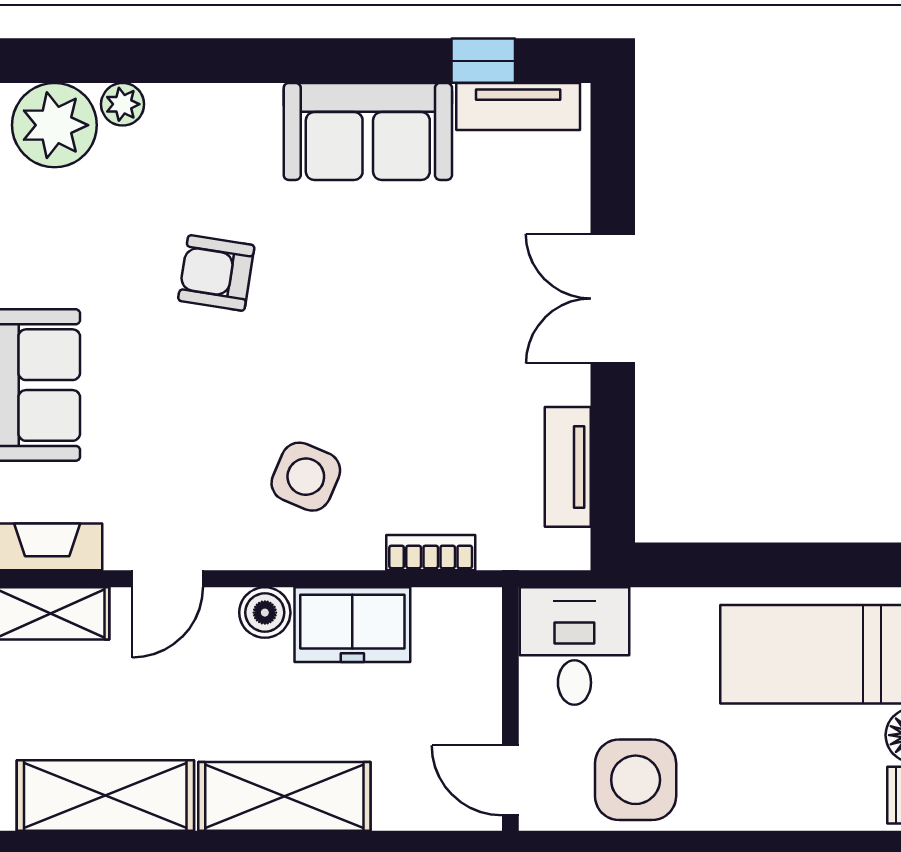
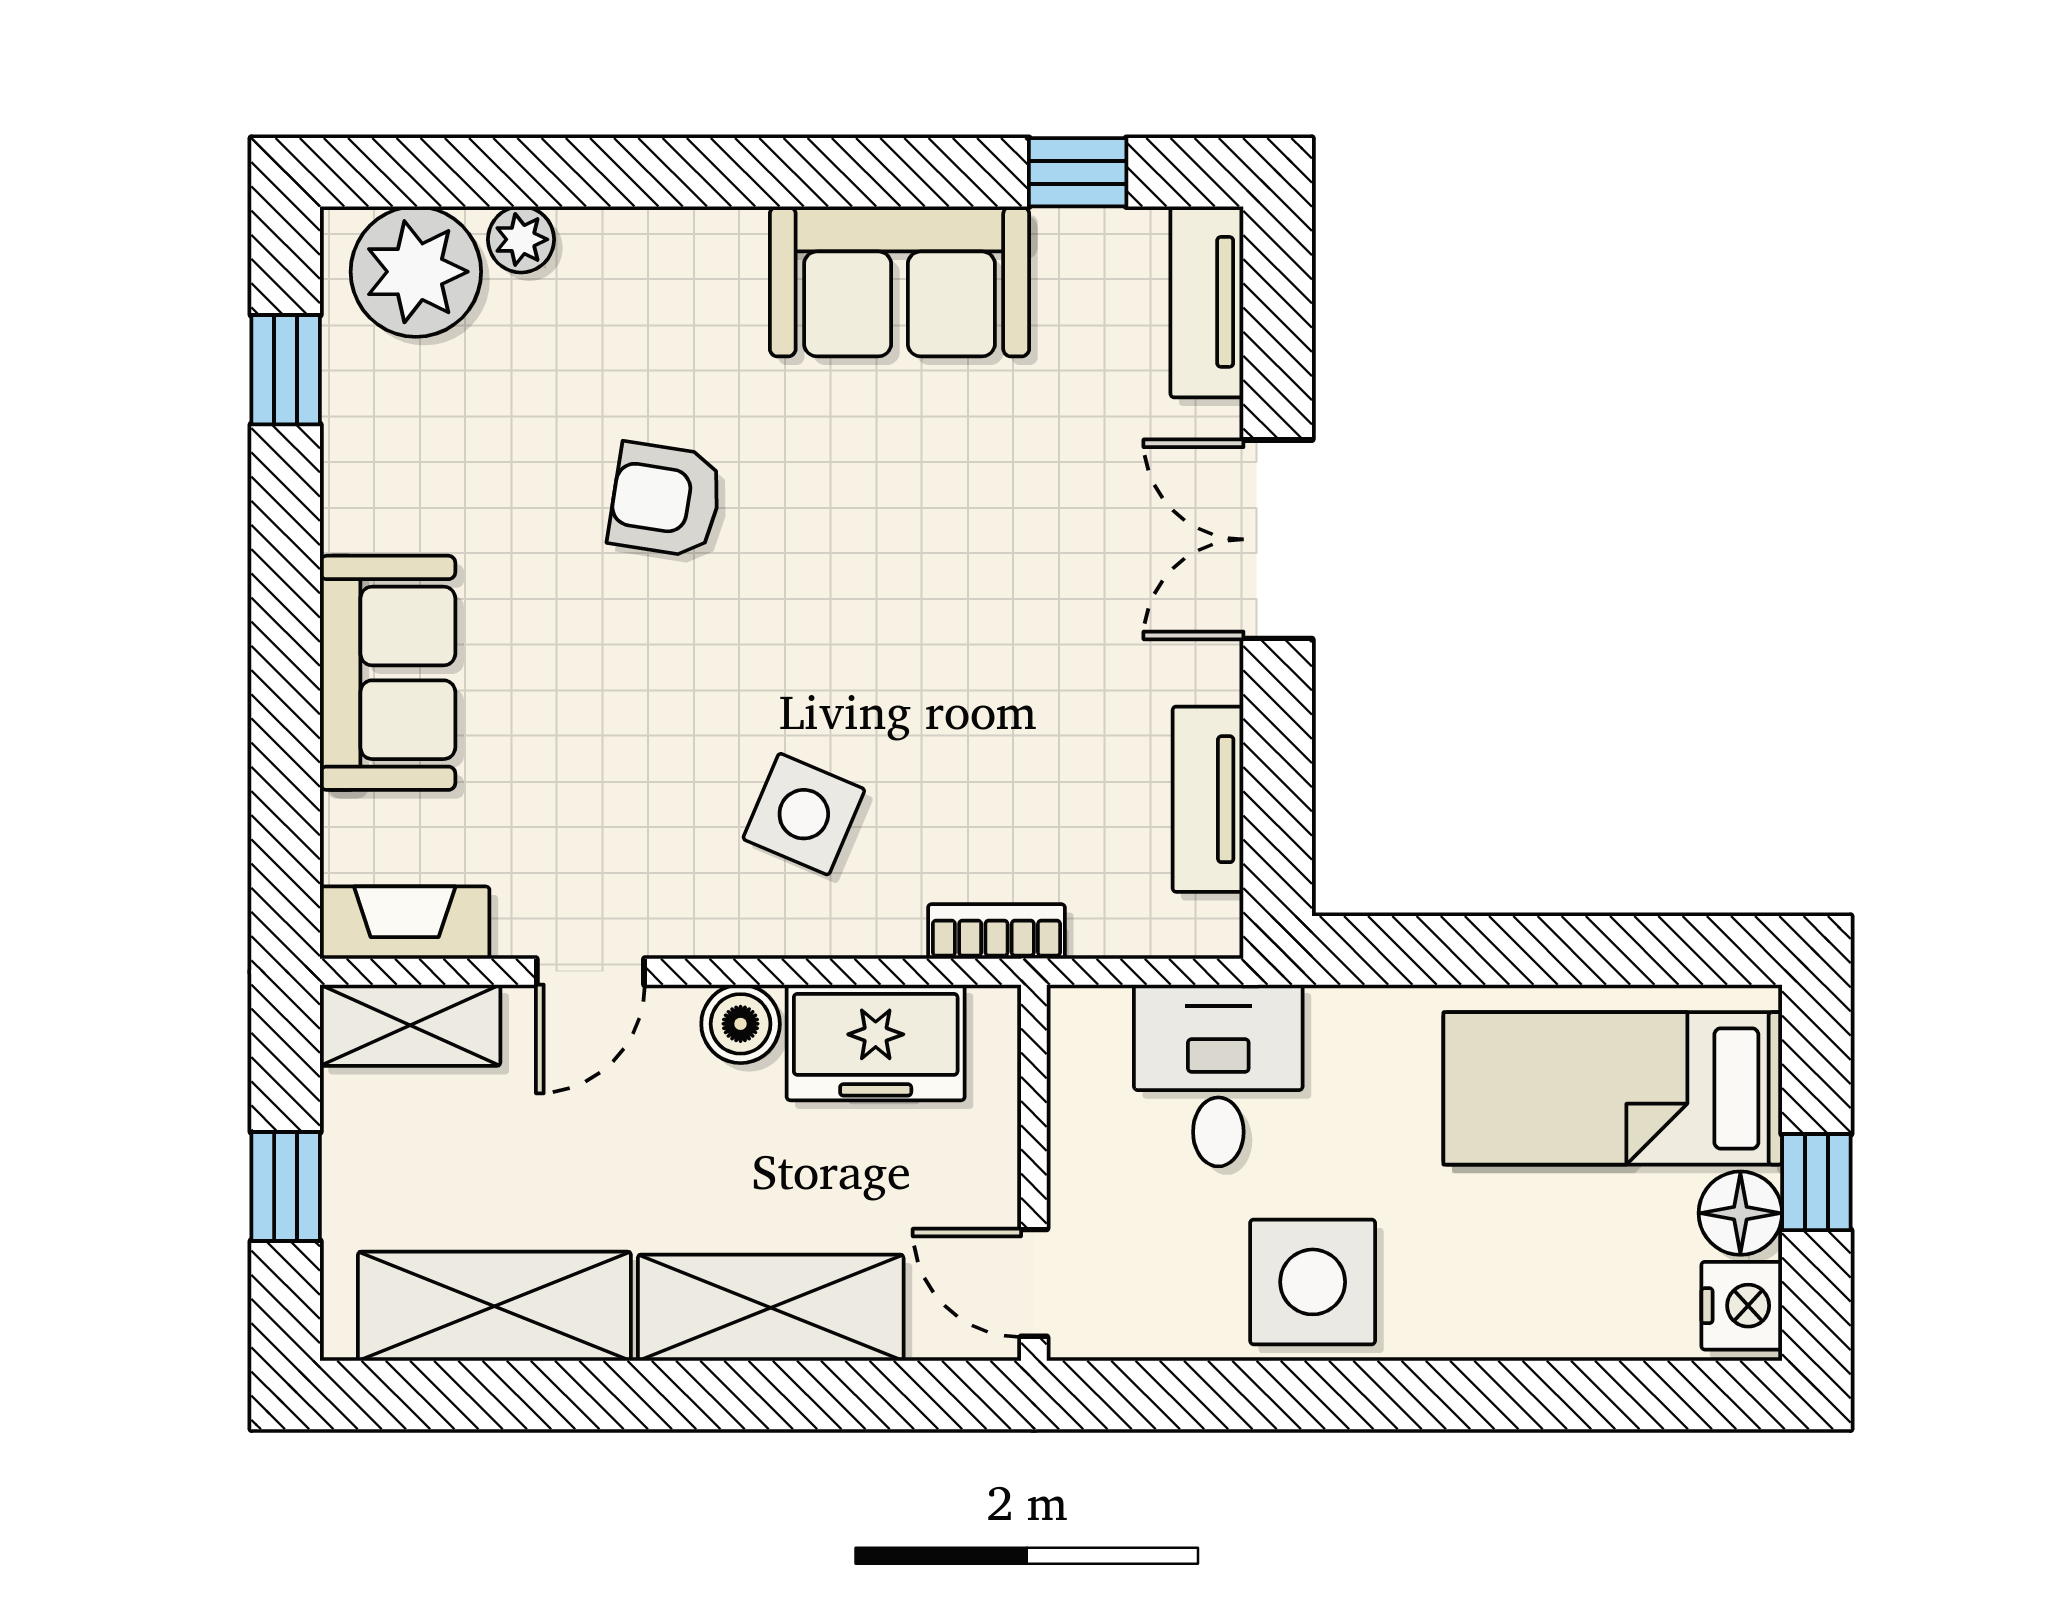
tv unit: (518, 106) -> (1207, 302), moved, turned 90
wall: (510, 709) -> (1034, 1173), moved
door: (510, 780) -> (1034, 1283), moved

